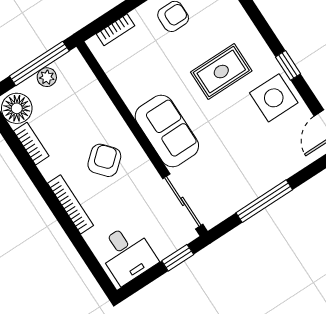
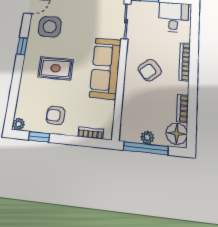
side table: (274, 98) -> (50, 27), moved
sofa: (167, 131) -> (105, 68), width x1.36

